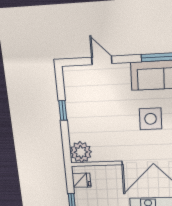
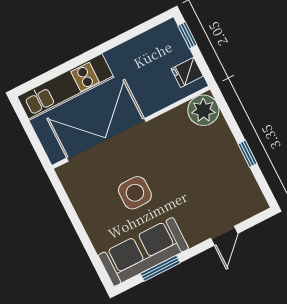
door: (102, 60) -> (224, 236), hinge flipped

